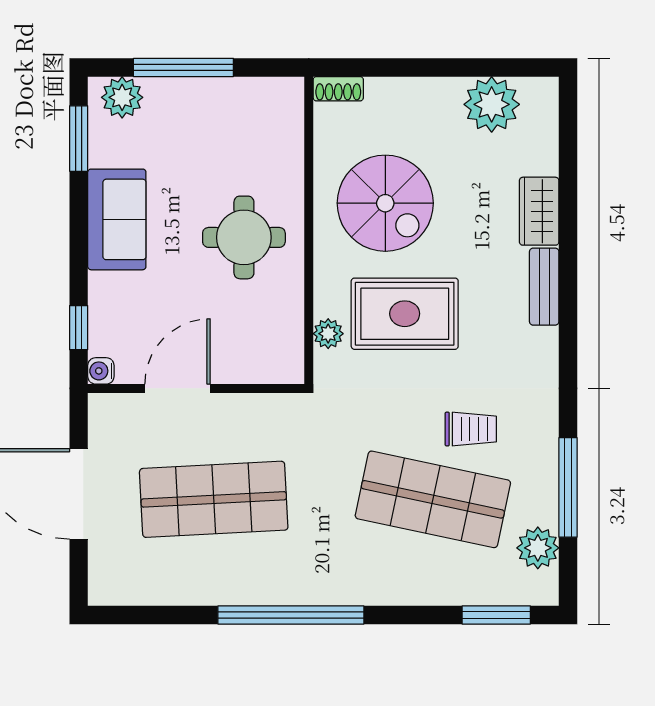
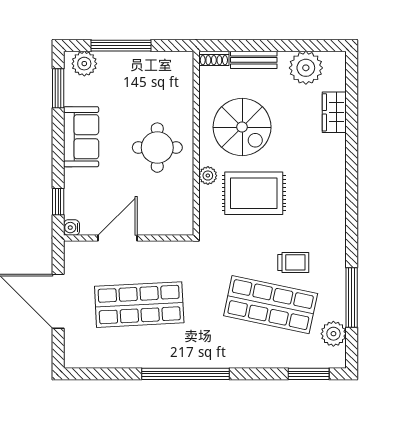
wardrobe: (539, 211) -> (334, 112), moved
bench: (544, 287) -> (254, 60), moved, turned 90
plant: (328, 334) -> (208, 176), moved

